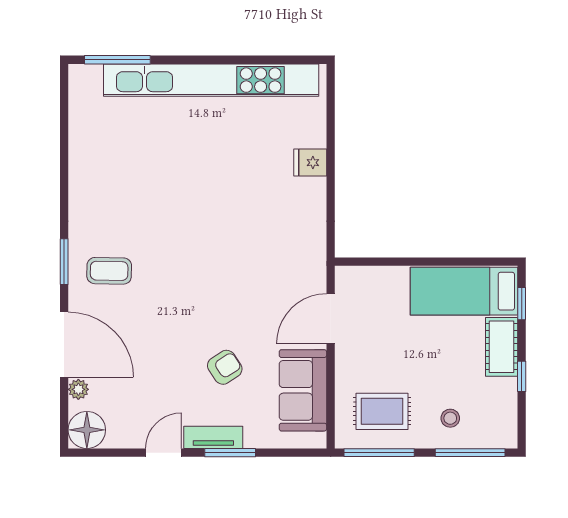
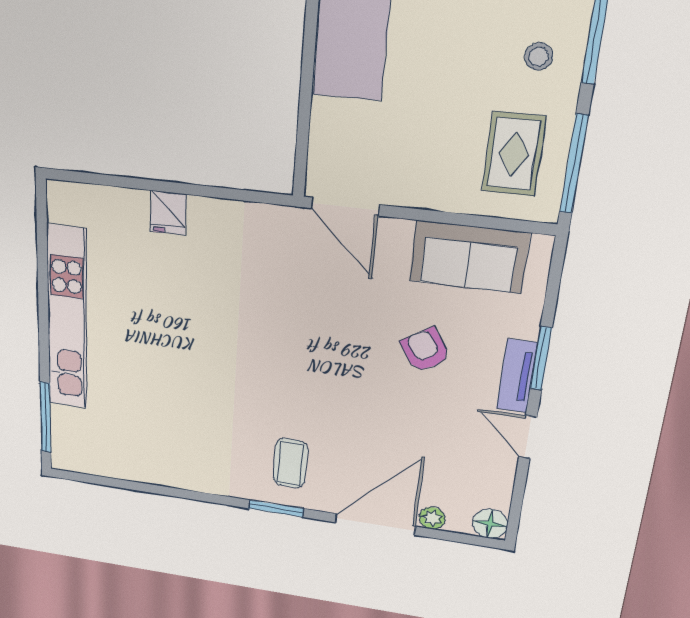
kitchen unit: (211, 80) -> (67, 318), width x0.73
door: (331, 319) -> (345, 206), moved
floor lamp: (87, 430) -> (490, 524), width x0.73, depth x0.73

